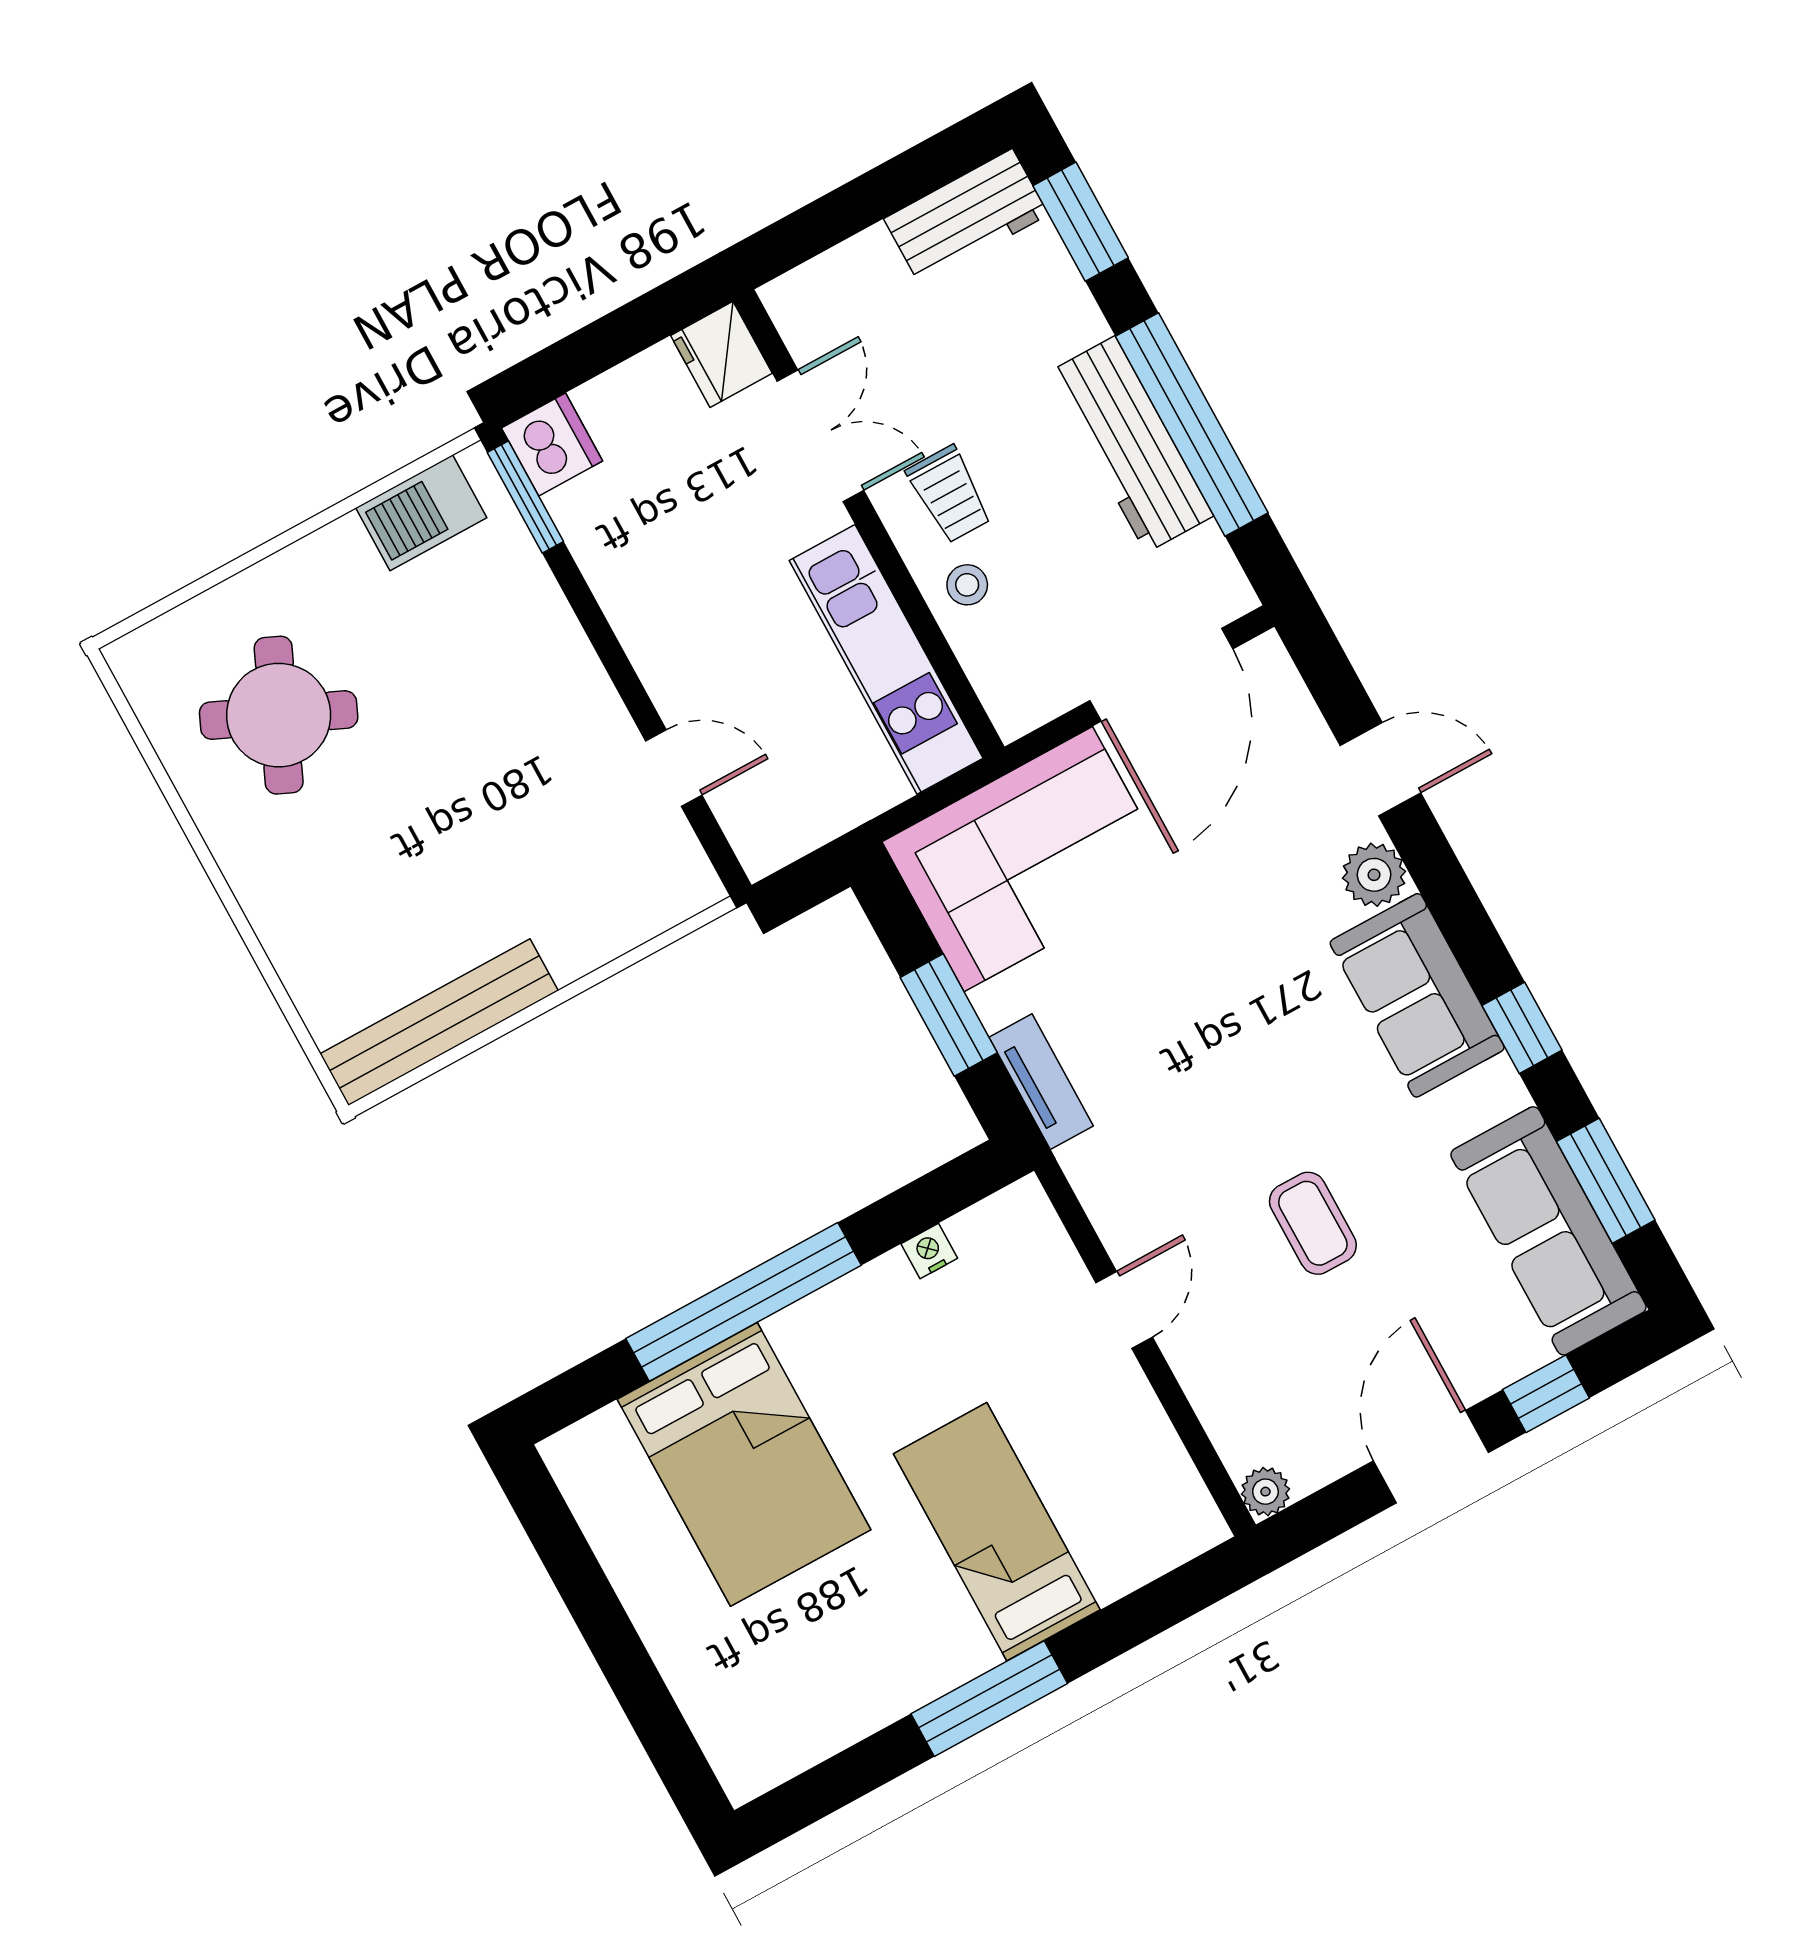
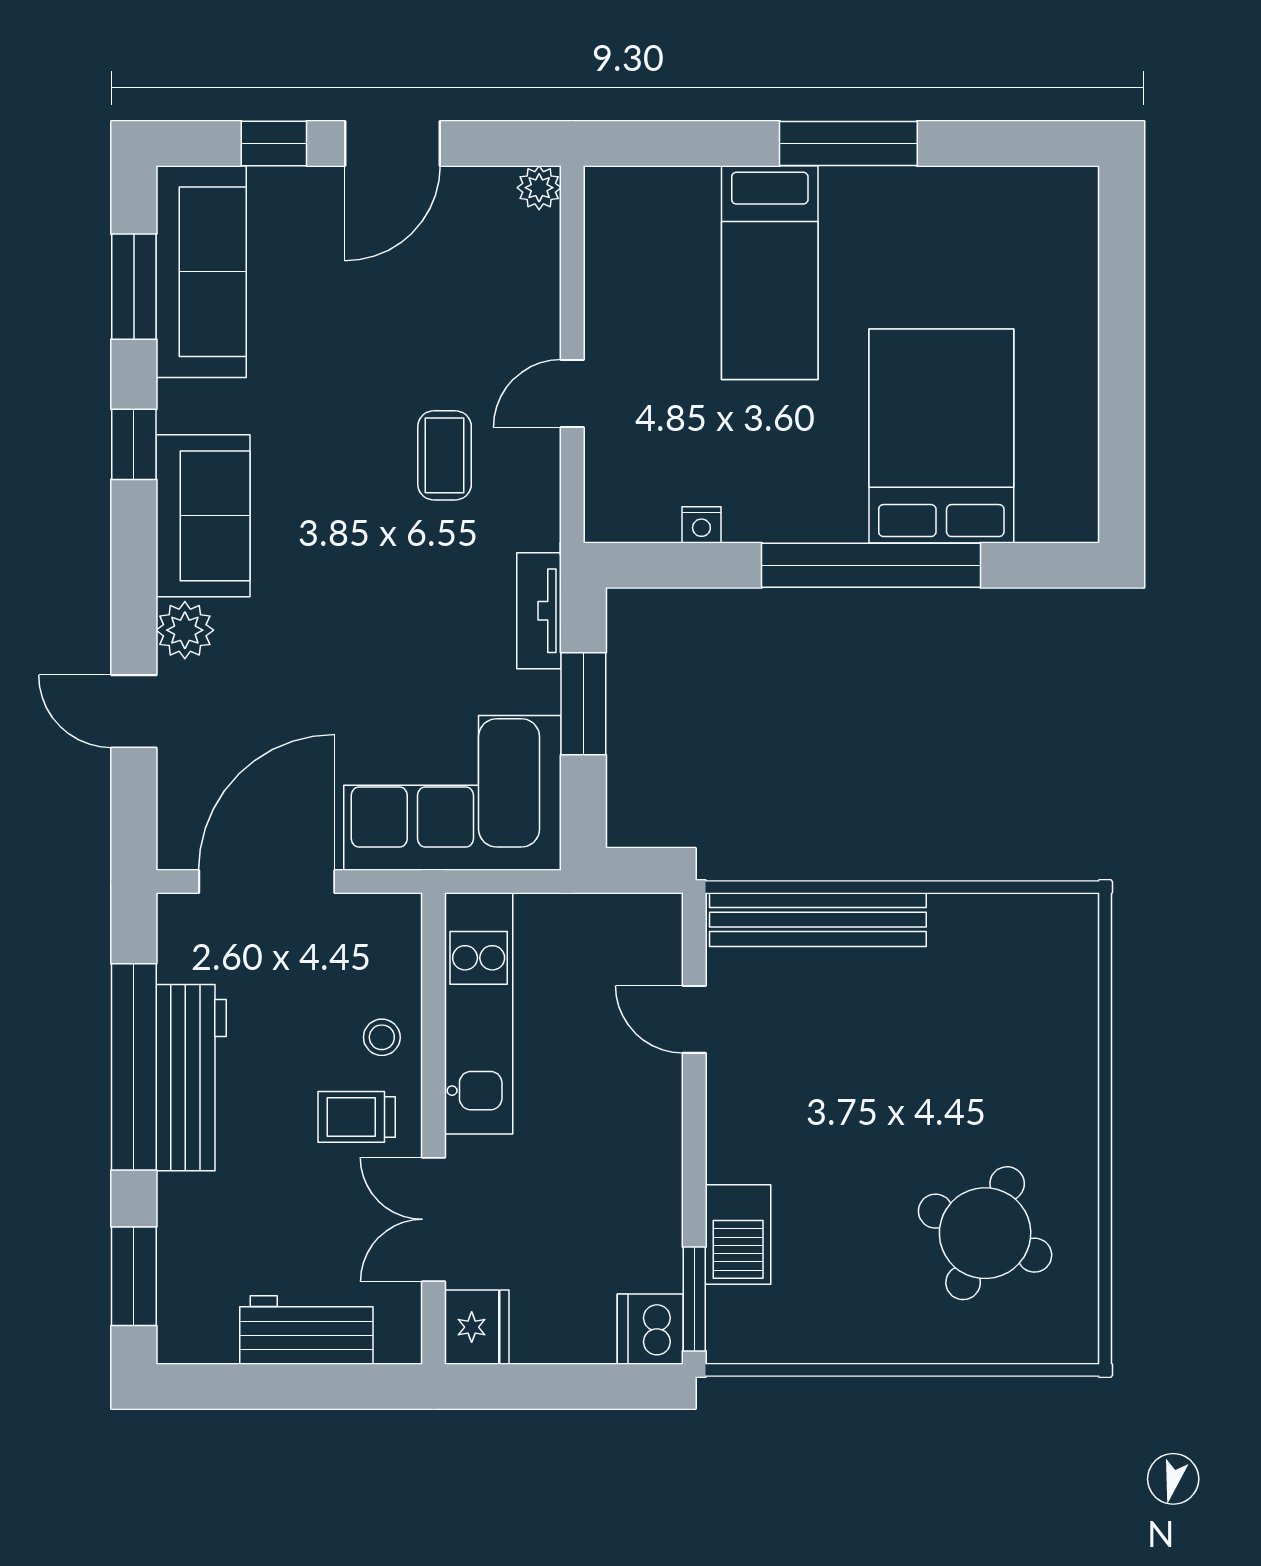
workbench: (966, 217) -> (306, 1330), moved
trolley: (949, 494) -> (357, 1117), turned -90
barbecue: (421, 513) -> (738, 1234), moved, turned 90
bench: (439, 1022) -> (818, 920), moved
coffee table: (1313, 1223) -> (445, 455), moved

